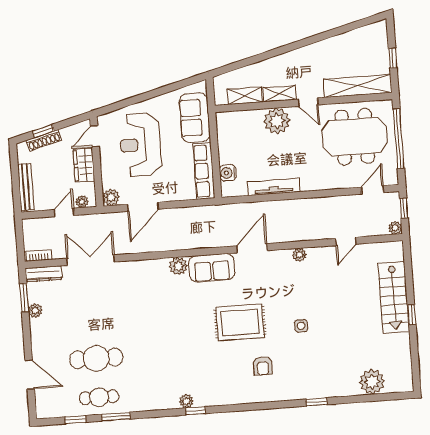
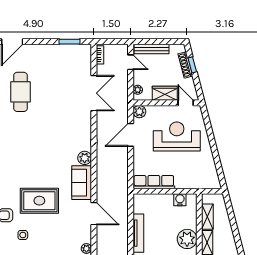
sofa: (195, 118) -> (194, 178), removed
water cooler: (228, 173) -> (180, 200), moved
door: (143, 207) -> (131, 135), hinge flipped
door: (64, 212) -> (131, 62), moved
dresser: (44, 274) -> (86, 57), removed
plant: (35, 311) -> (59, 49), removed
rug: (240, 322) -> (39, 201), turned 90
side table: (301, 326) -> (23, 235), moved

